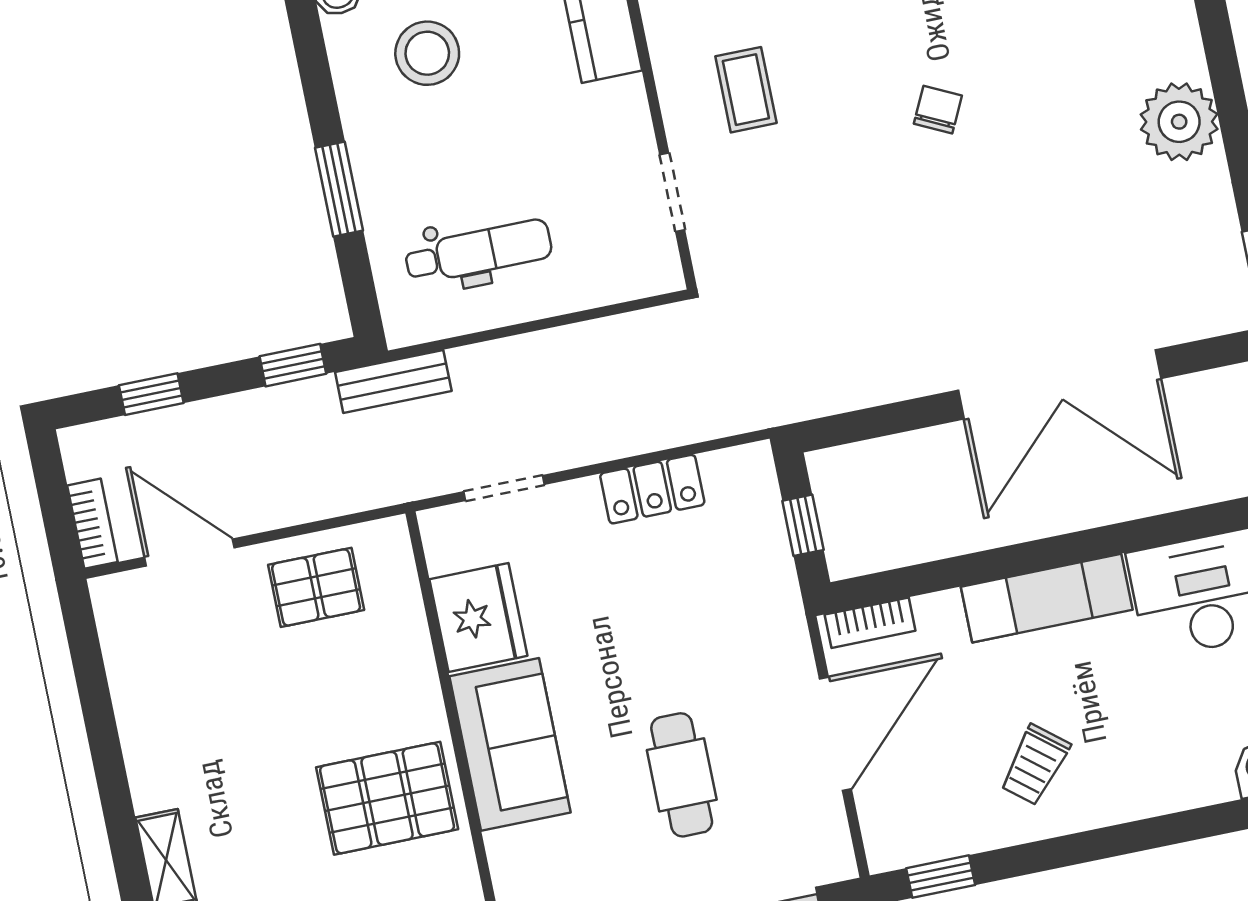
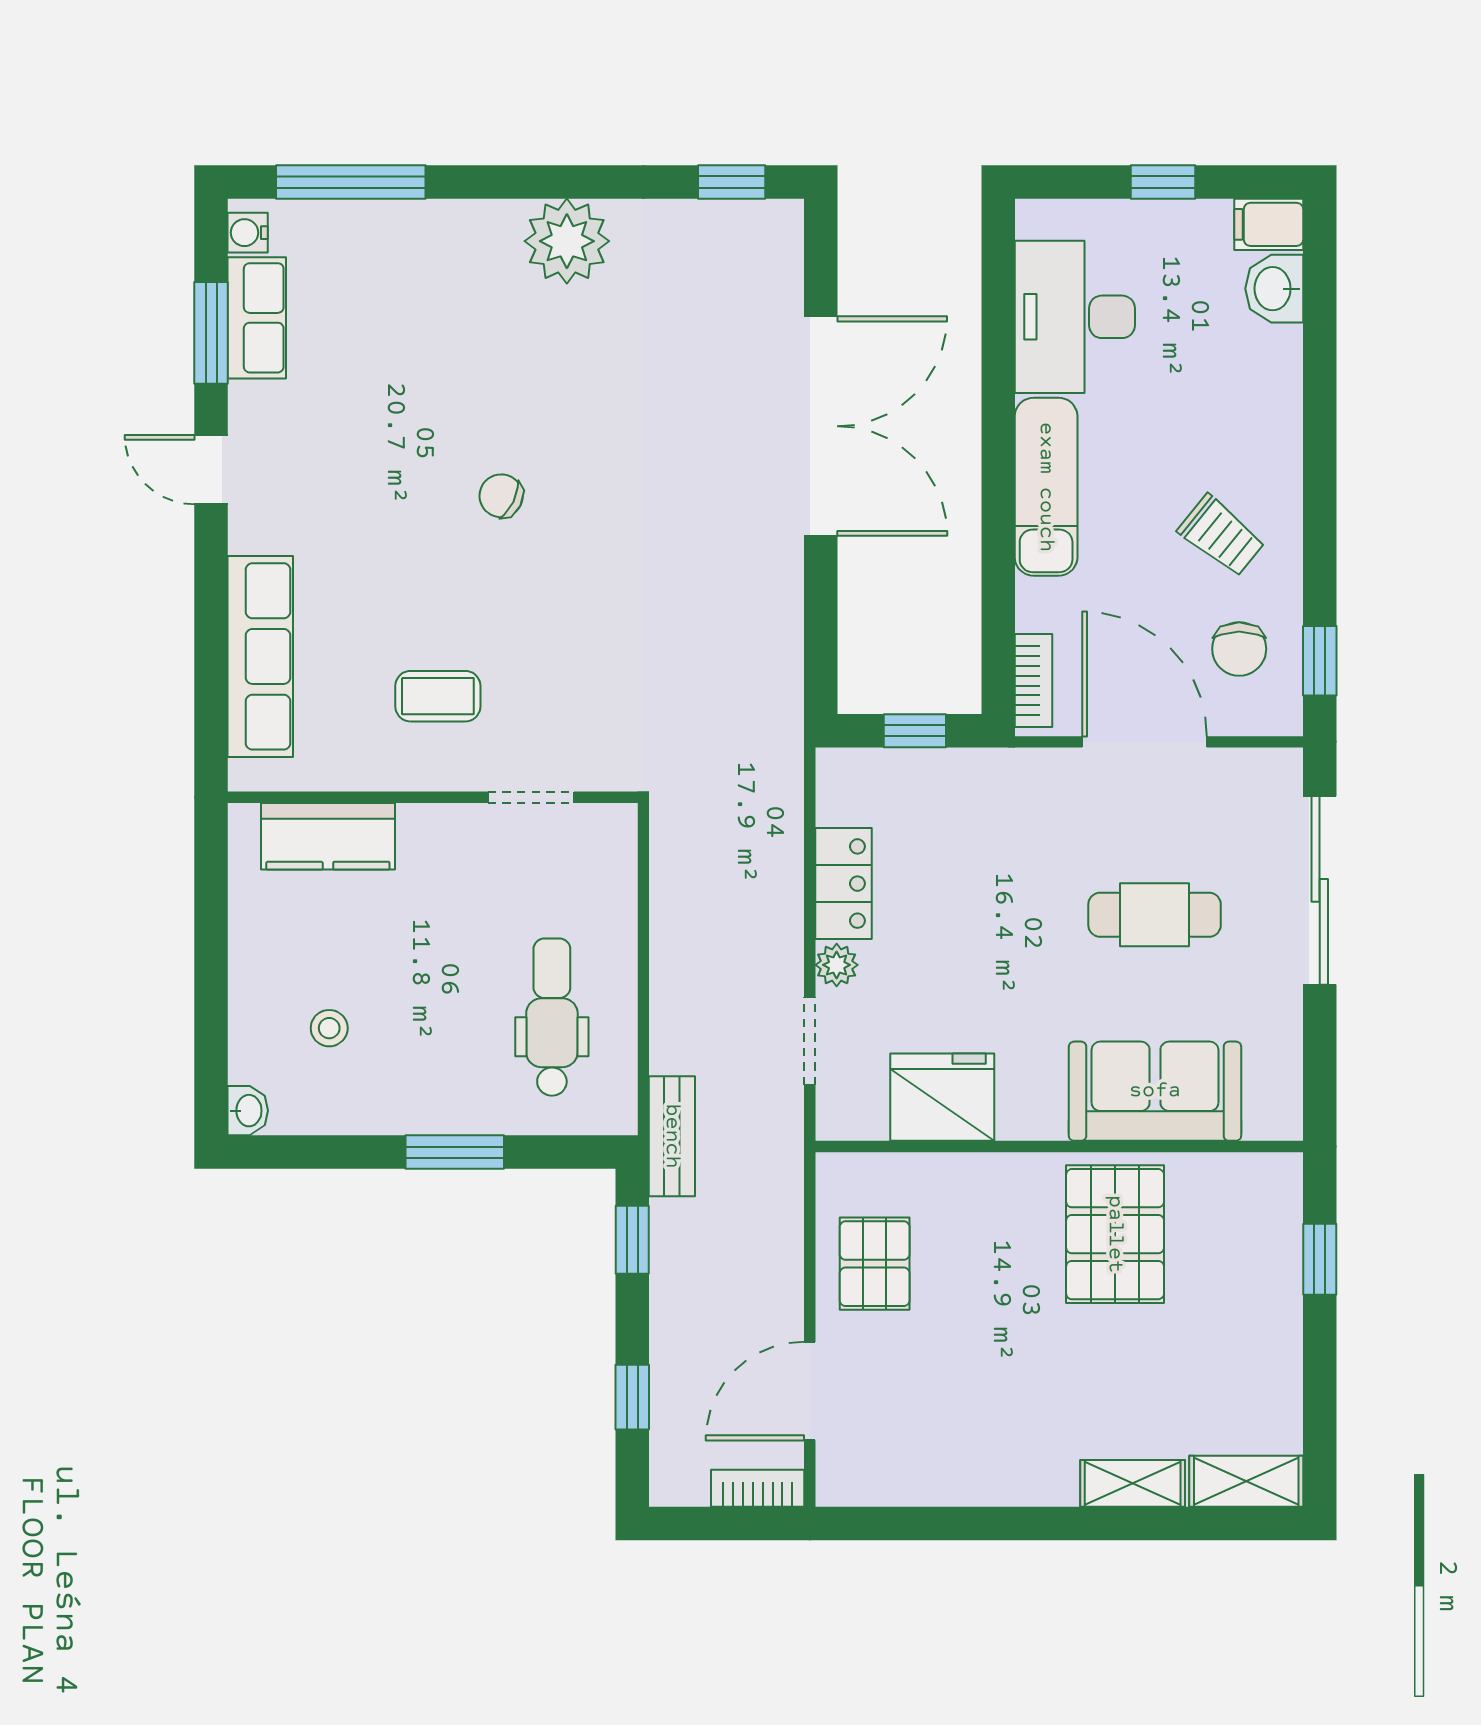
stool: (427, 53) -> (329, 1028), width x0.53, depth x0.53
plant: (578, 498) -> (837, 965), added
sofa: (510, 744) -> (1155, 1091), moved
chair: (936, 802) -> (1239, 649), added

